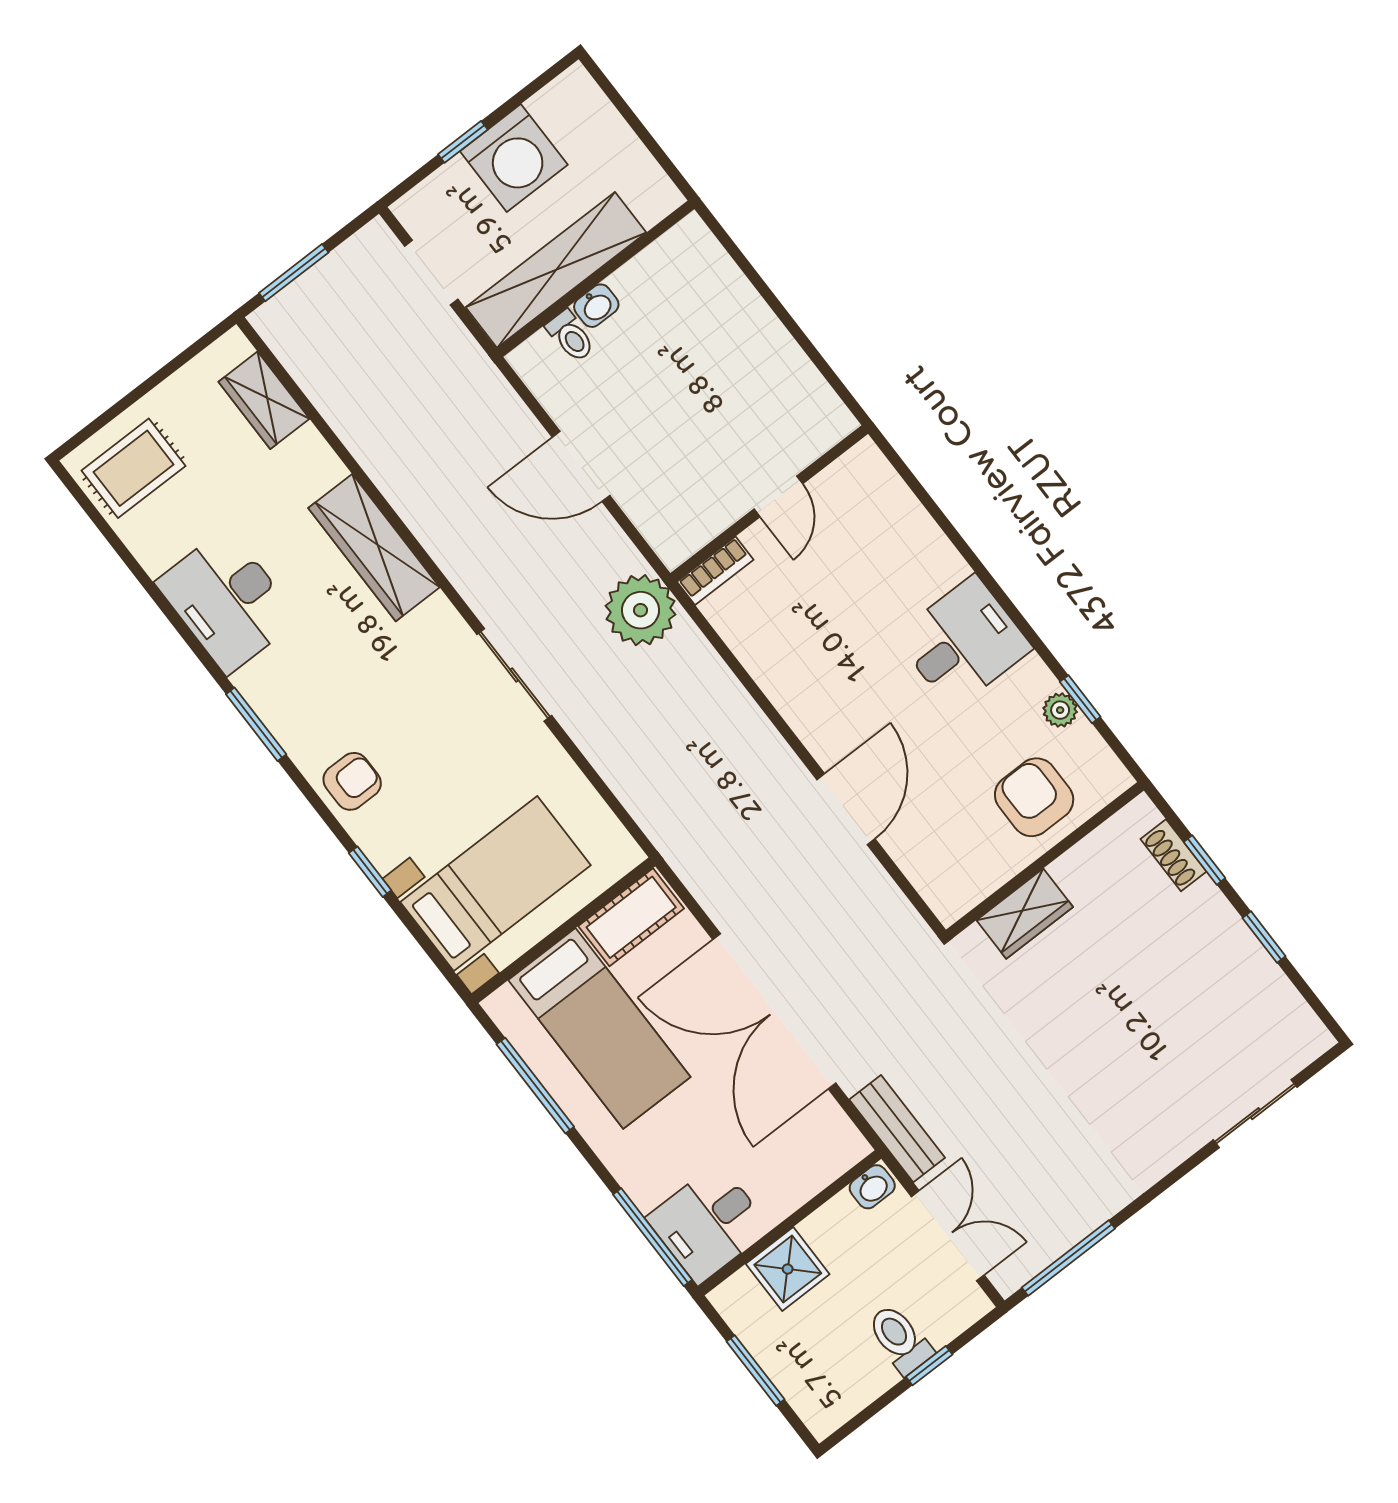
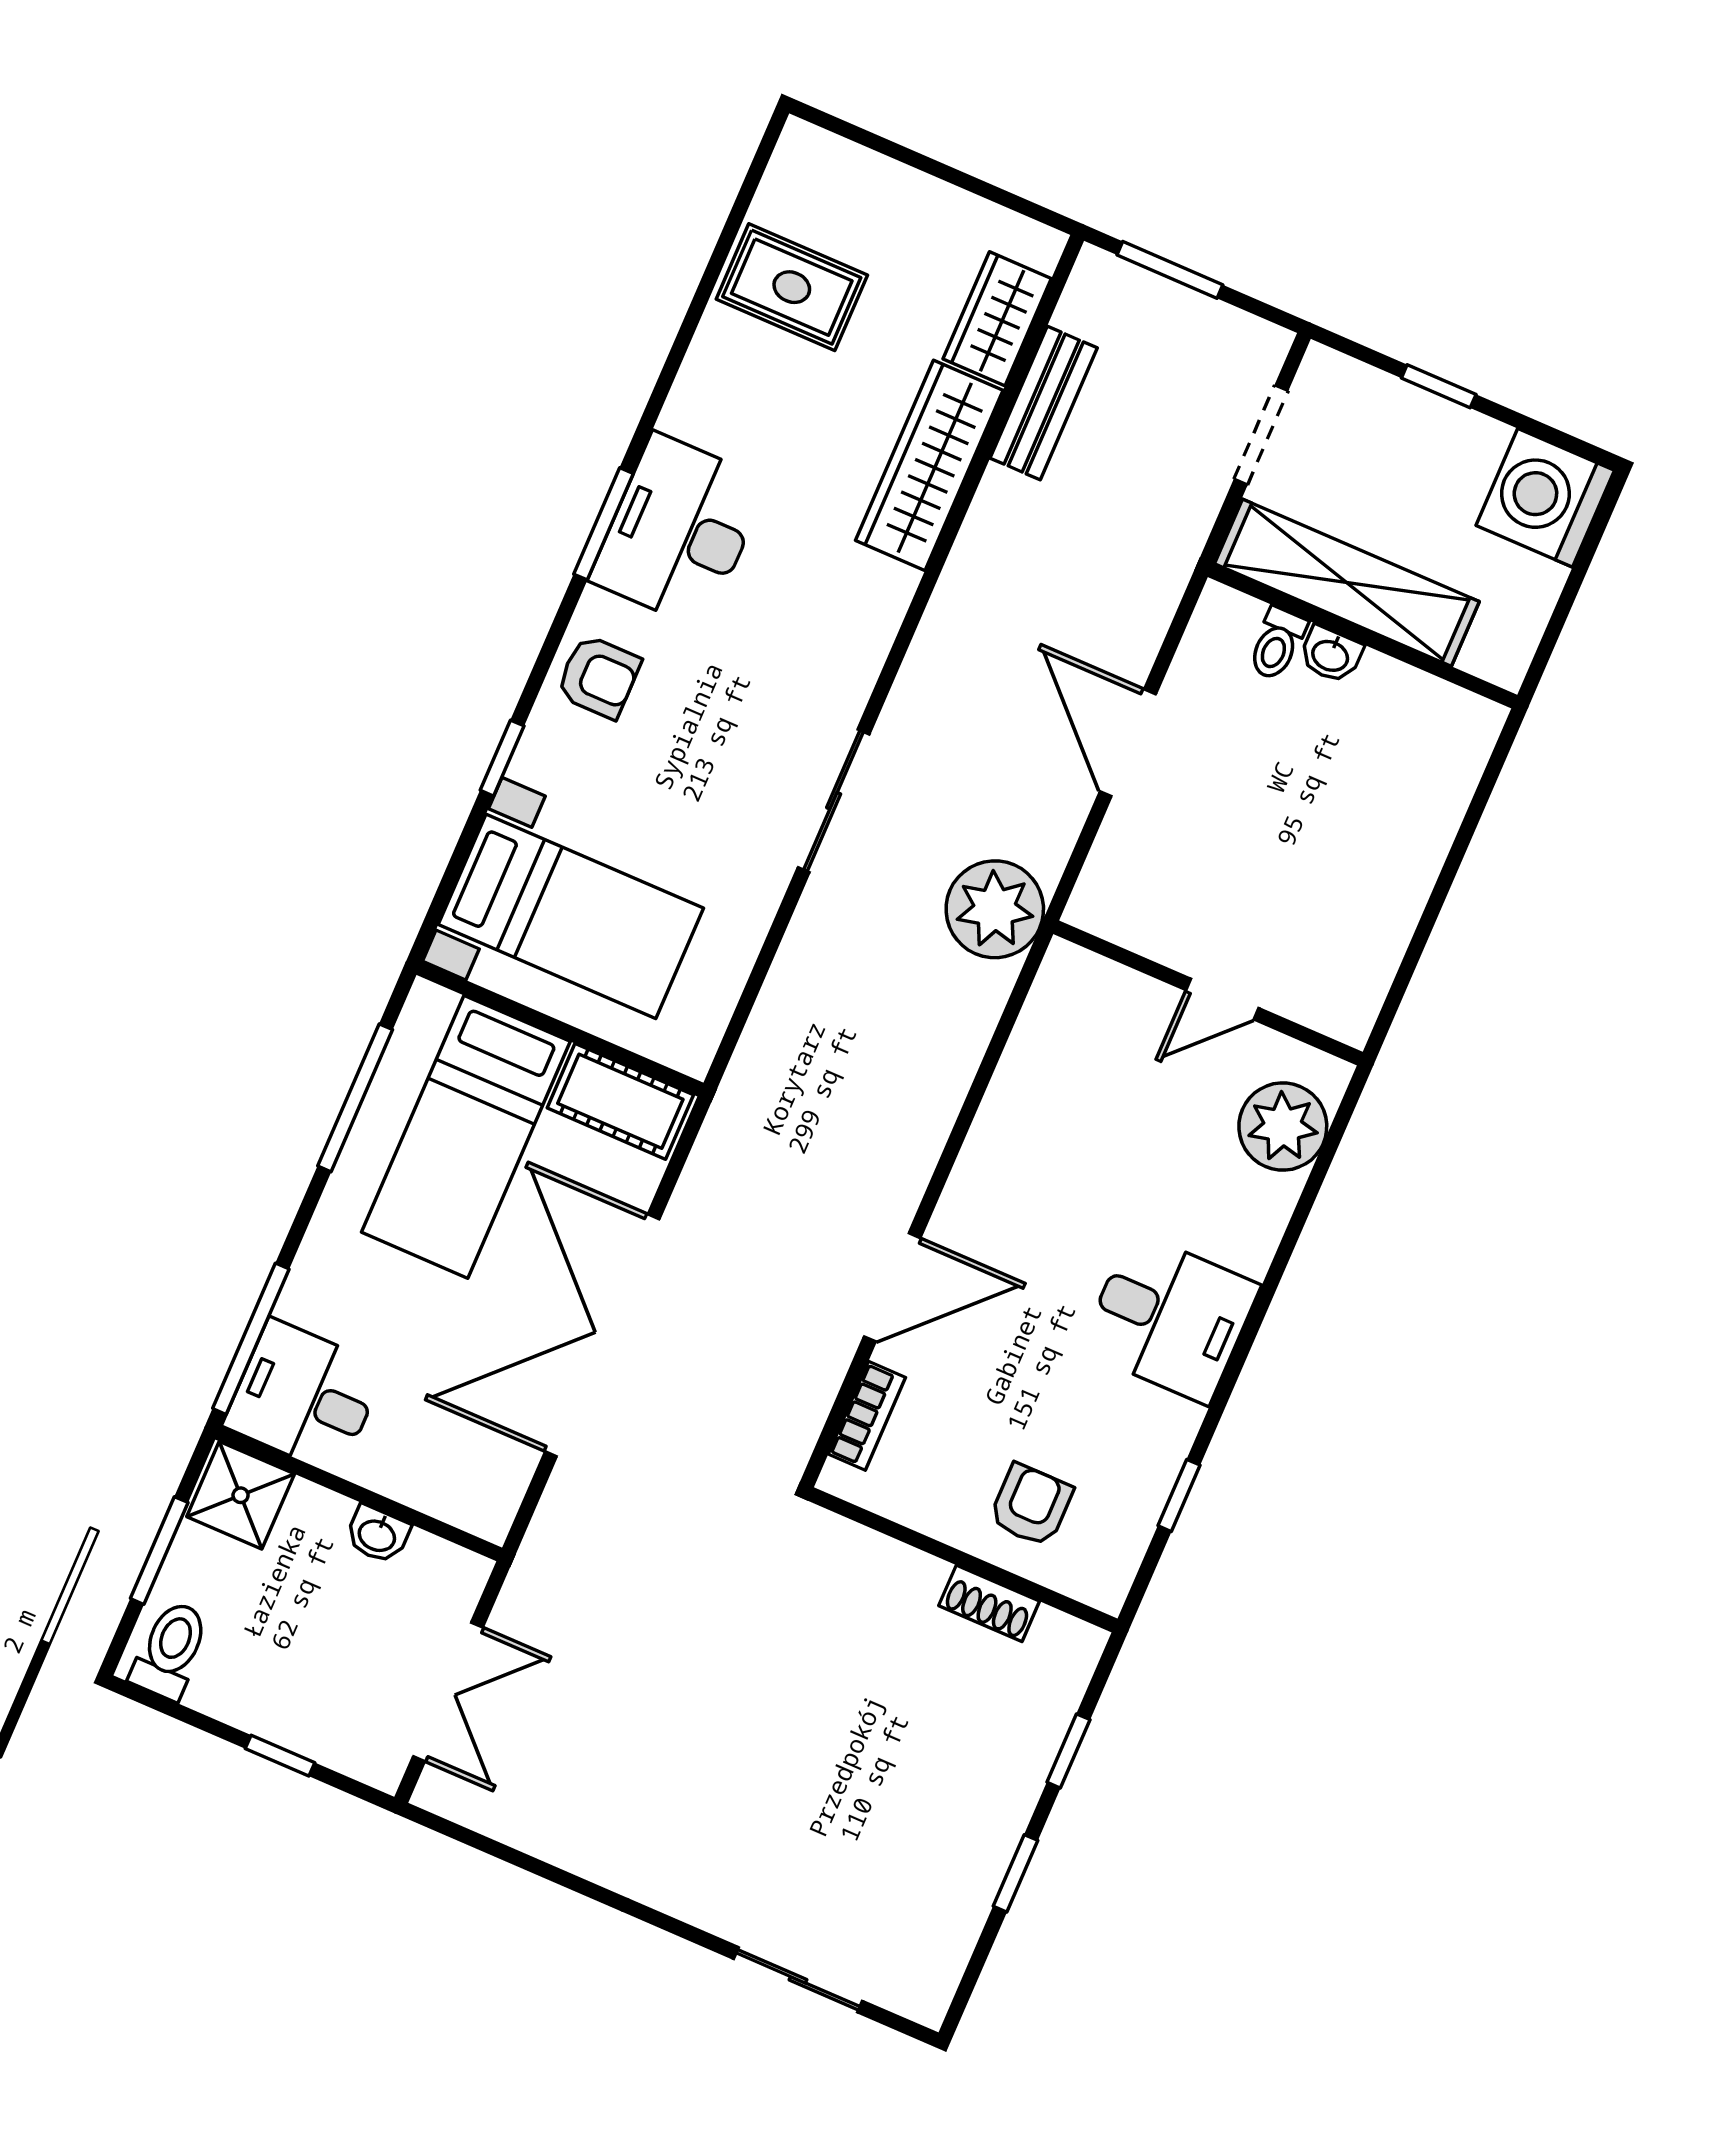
washing machine: (514, 158) -> (1545, 498), moved, turned 90
rug: (133, 468) -> (792, 287), moved
wardrobe: (374, 548) -> (929, 465), moved
bookcase: (715, 571) -> (867, 1416), moved, turned -90
desk: (227, 601) -> (679, 531), moved
plant: (1060, 710) -> (1283, 1127), moved, width x1.87, depth x1.87
armchair: (1034, 797) -> (1031, 1505), width x0.72, depth x0.72
shoe rack: (1173, 855) -> (989, 1603), moved, turned -90
wardrobe: (1025, 914) -> (885, 1571), removed
bench: (897, 1129) -> (1044, 403), moved
washbasin: (872, 1187) -> (377, 1535), moved
window: (1068, 1258) -> (501, 1851), removed
shower: (788, 1269) -> (241, 1495), moved
toilet: (900, 1339) -> (170, 1650), moved

